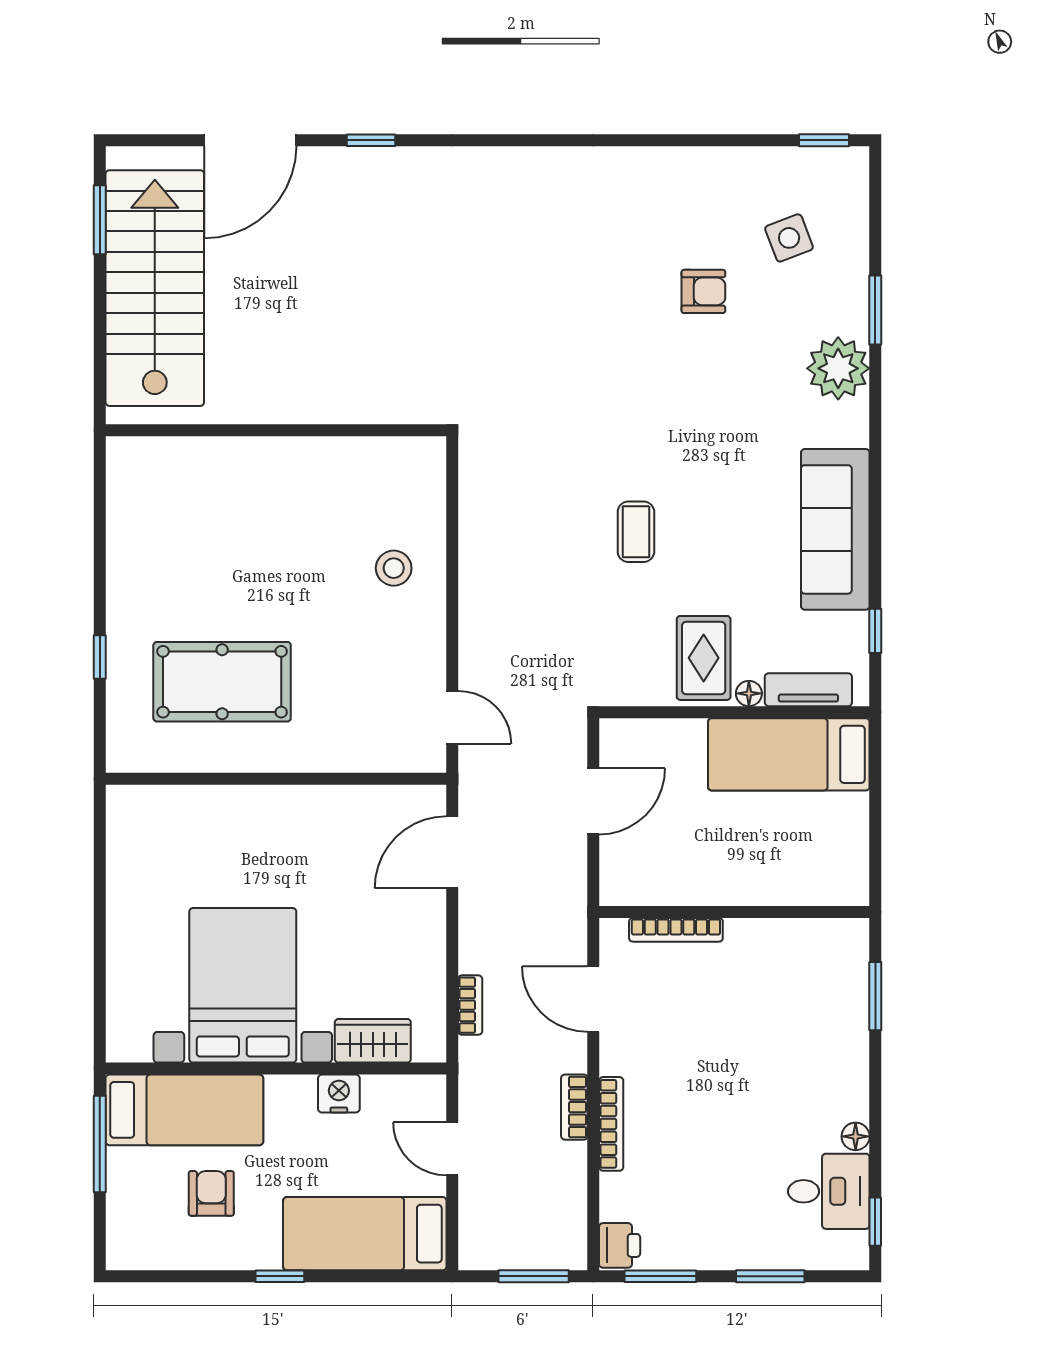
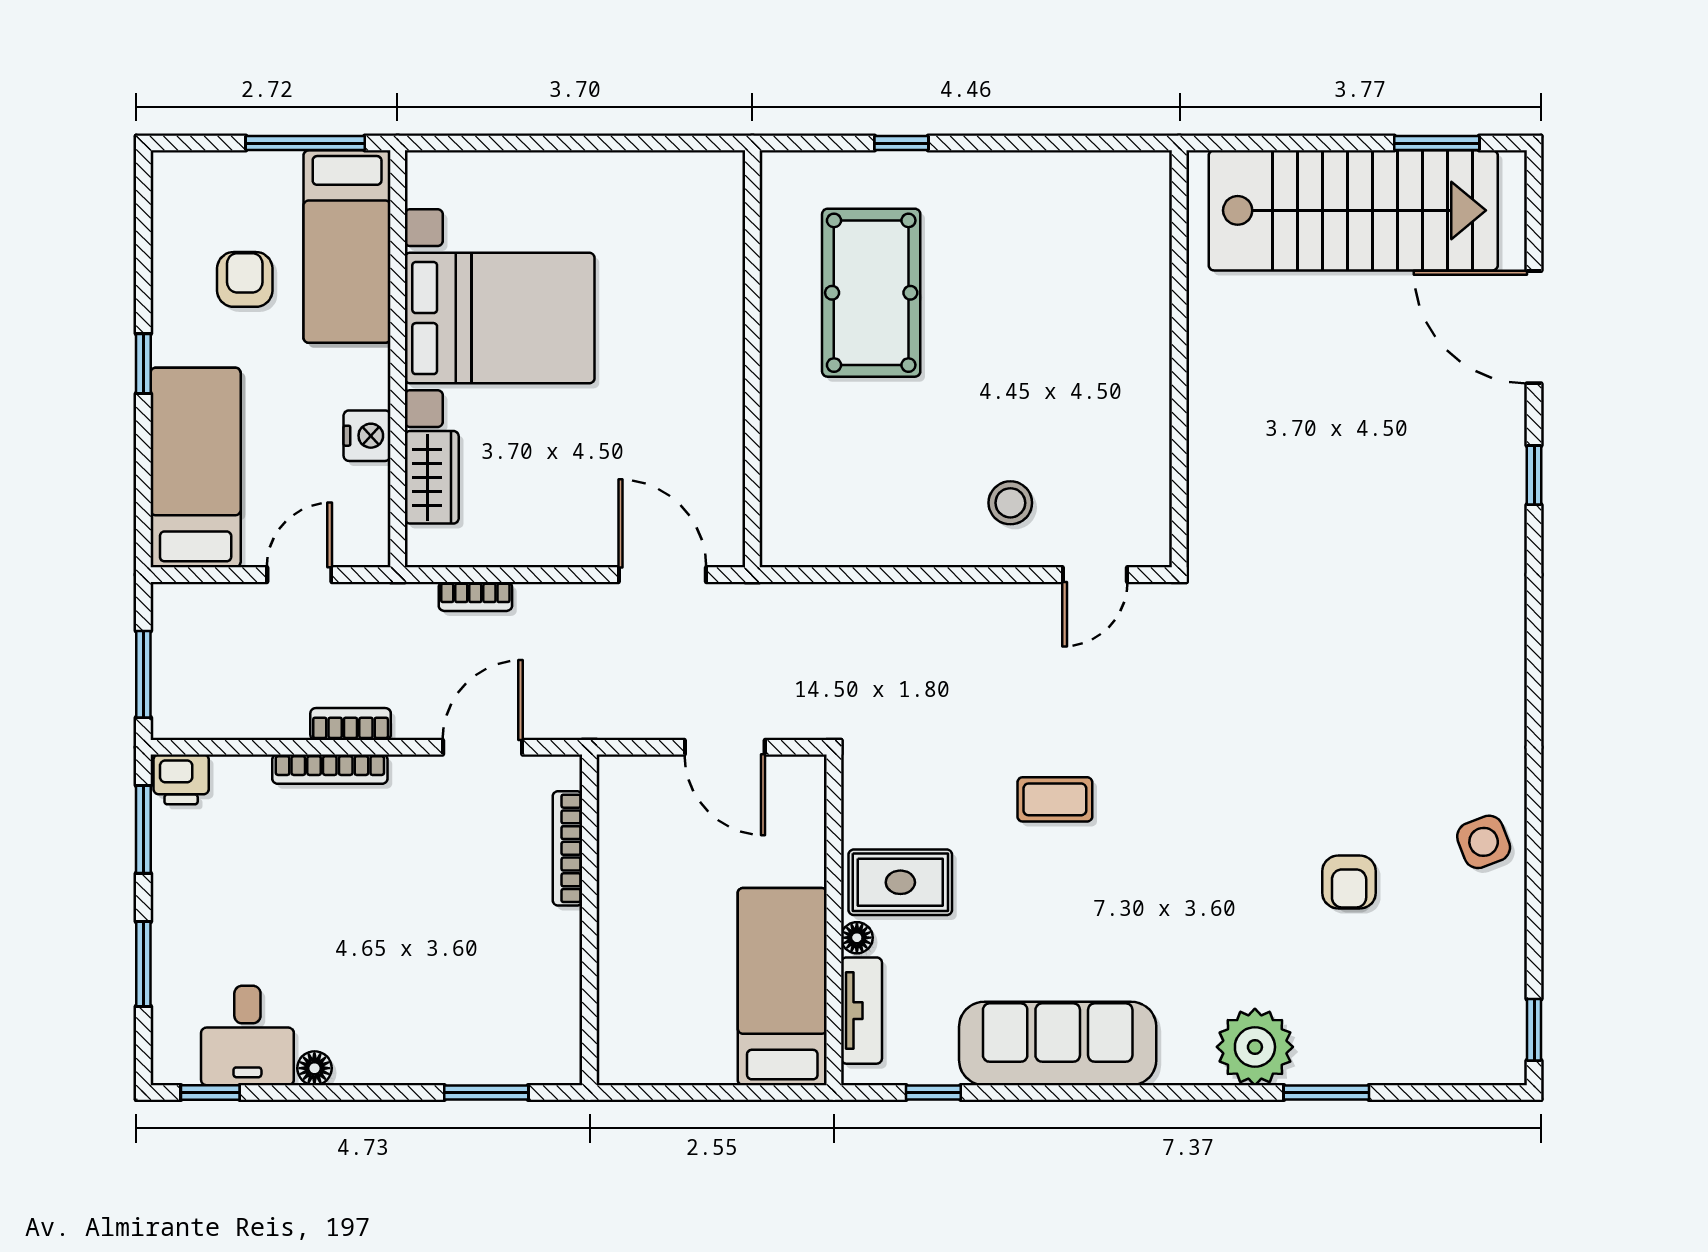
side table: (789, 238) -> (1484, 842), moved
door: (452, 717) -> (1095, 575), moved
armchair: (211, 1193) -> (245, 279), turned -90

